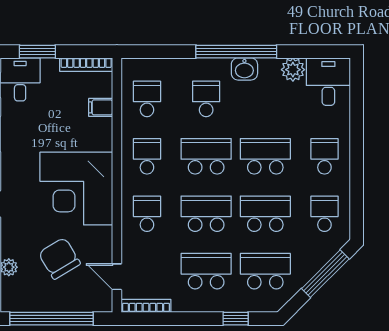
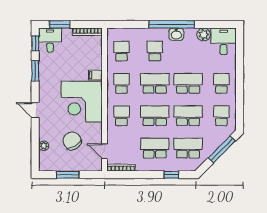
filing cabinet: (101, 107) -> (95, 75), moved
window: (51, 319) -> (68, 175), width x0.47

